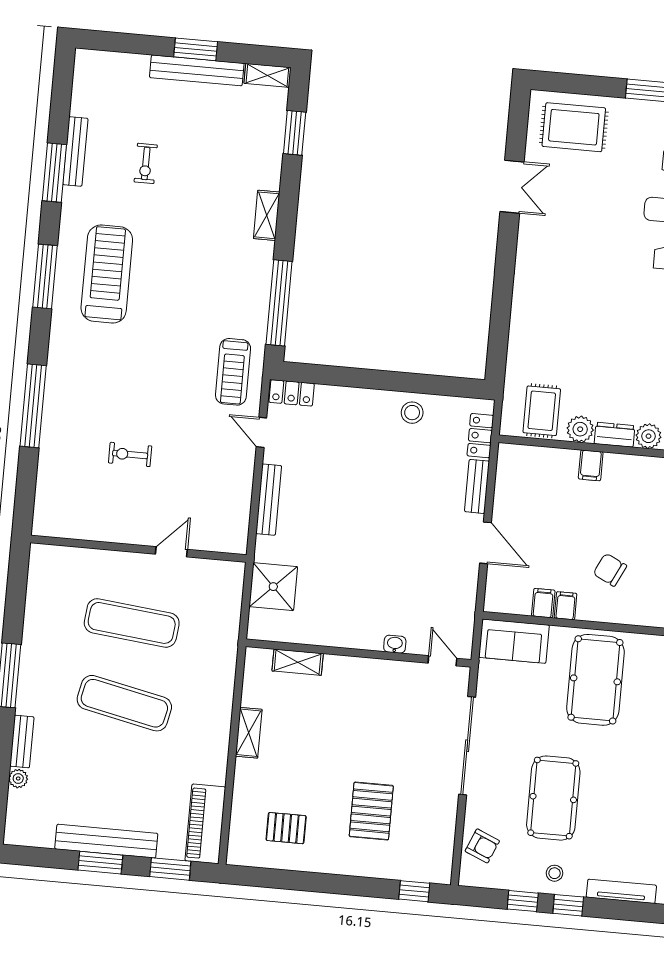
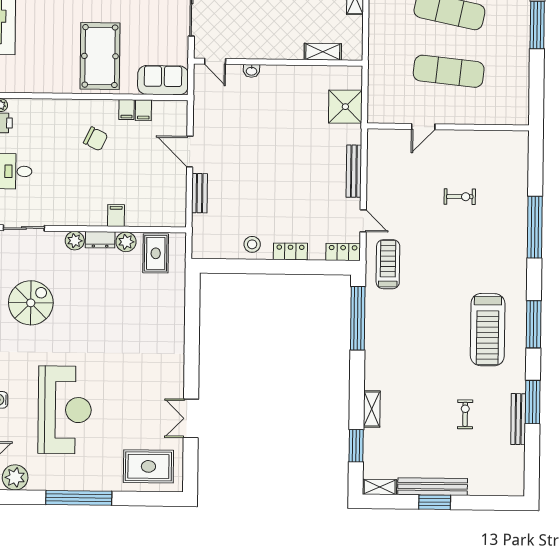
shelving: (267, 215) -> (372, 409), moved
locker: (480, 436) -> (290, 251), moved, turned -90

